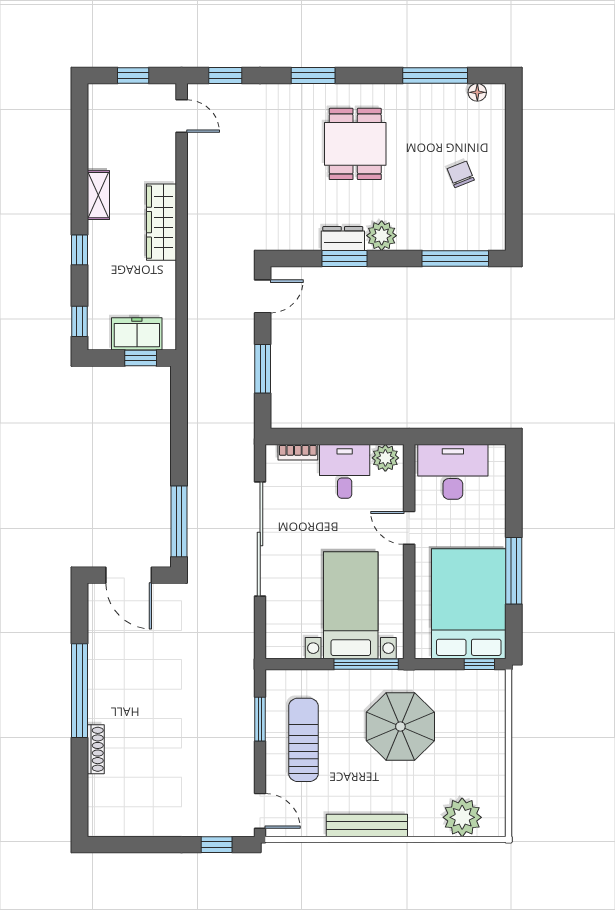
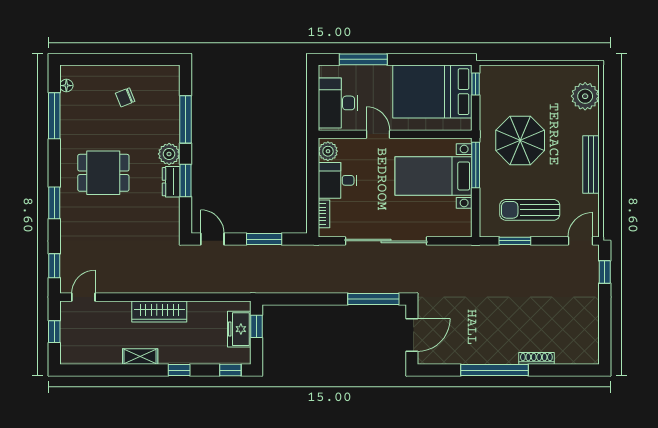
window: (455, 259) -> (185, 119), moved
door: (409, 528) -> (378, 134), swing flipped
window: (514, 571) -> (363, 59), moved

